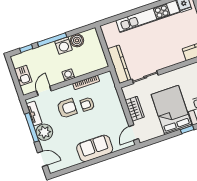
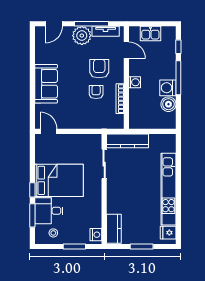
armchair: (67, 108) -> (99, 69), turned 180
wardrobe: (135, 109) -> (74, 141), removed

